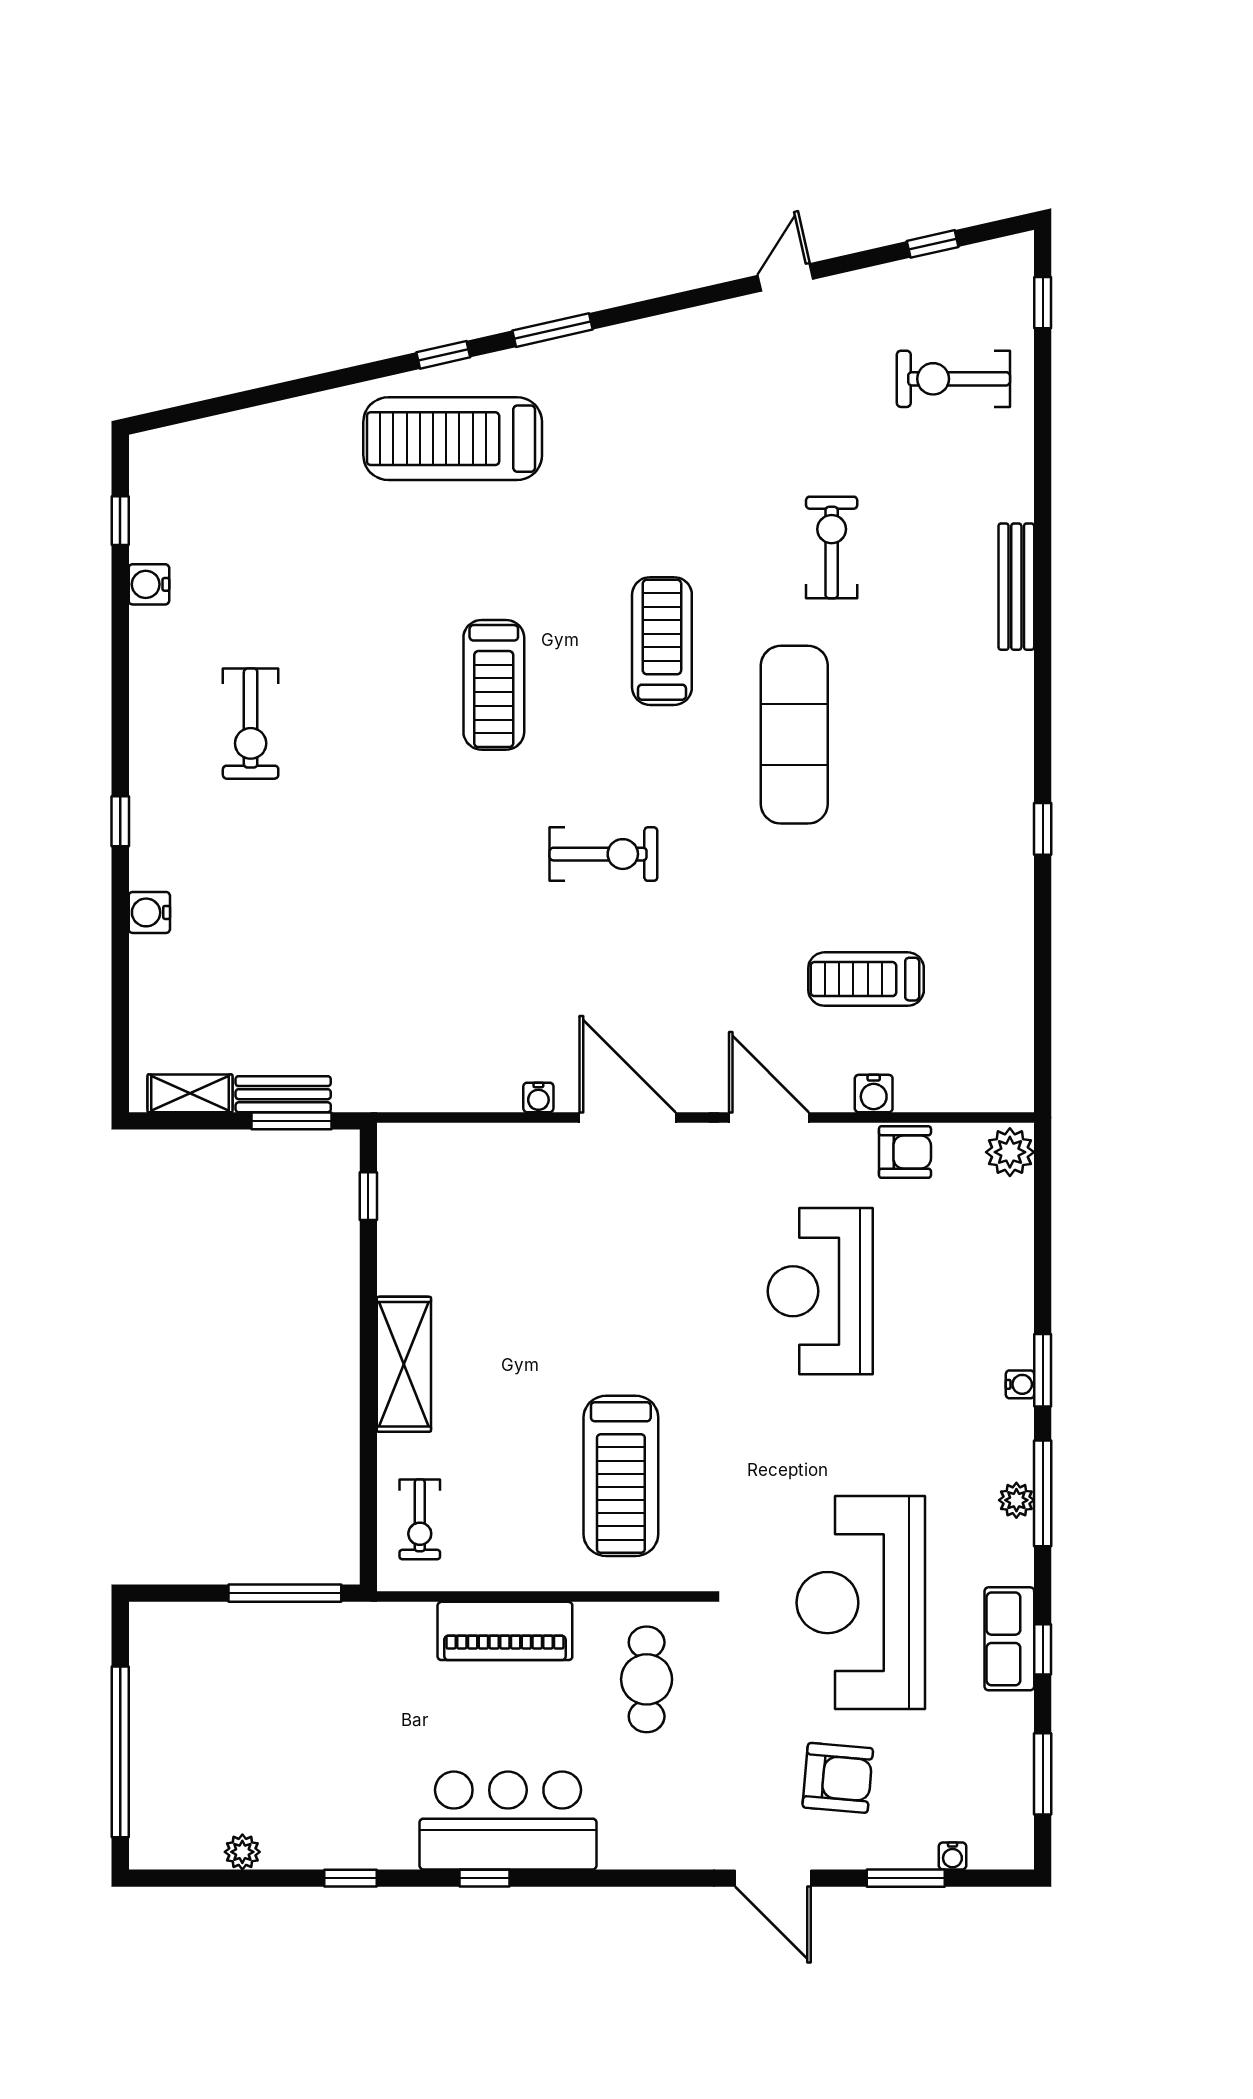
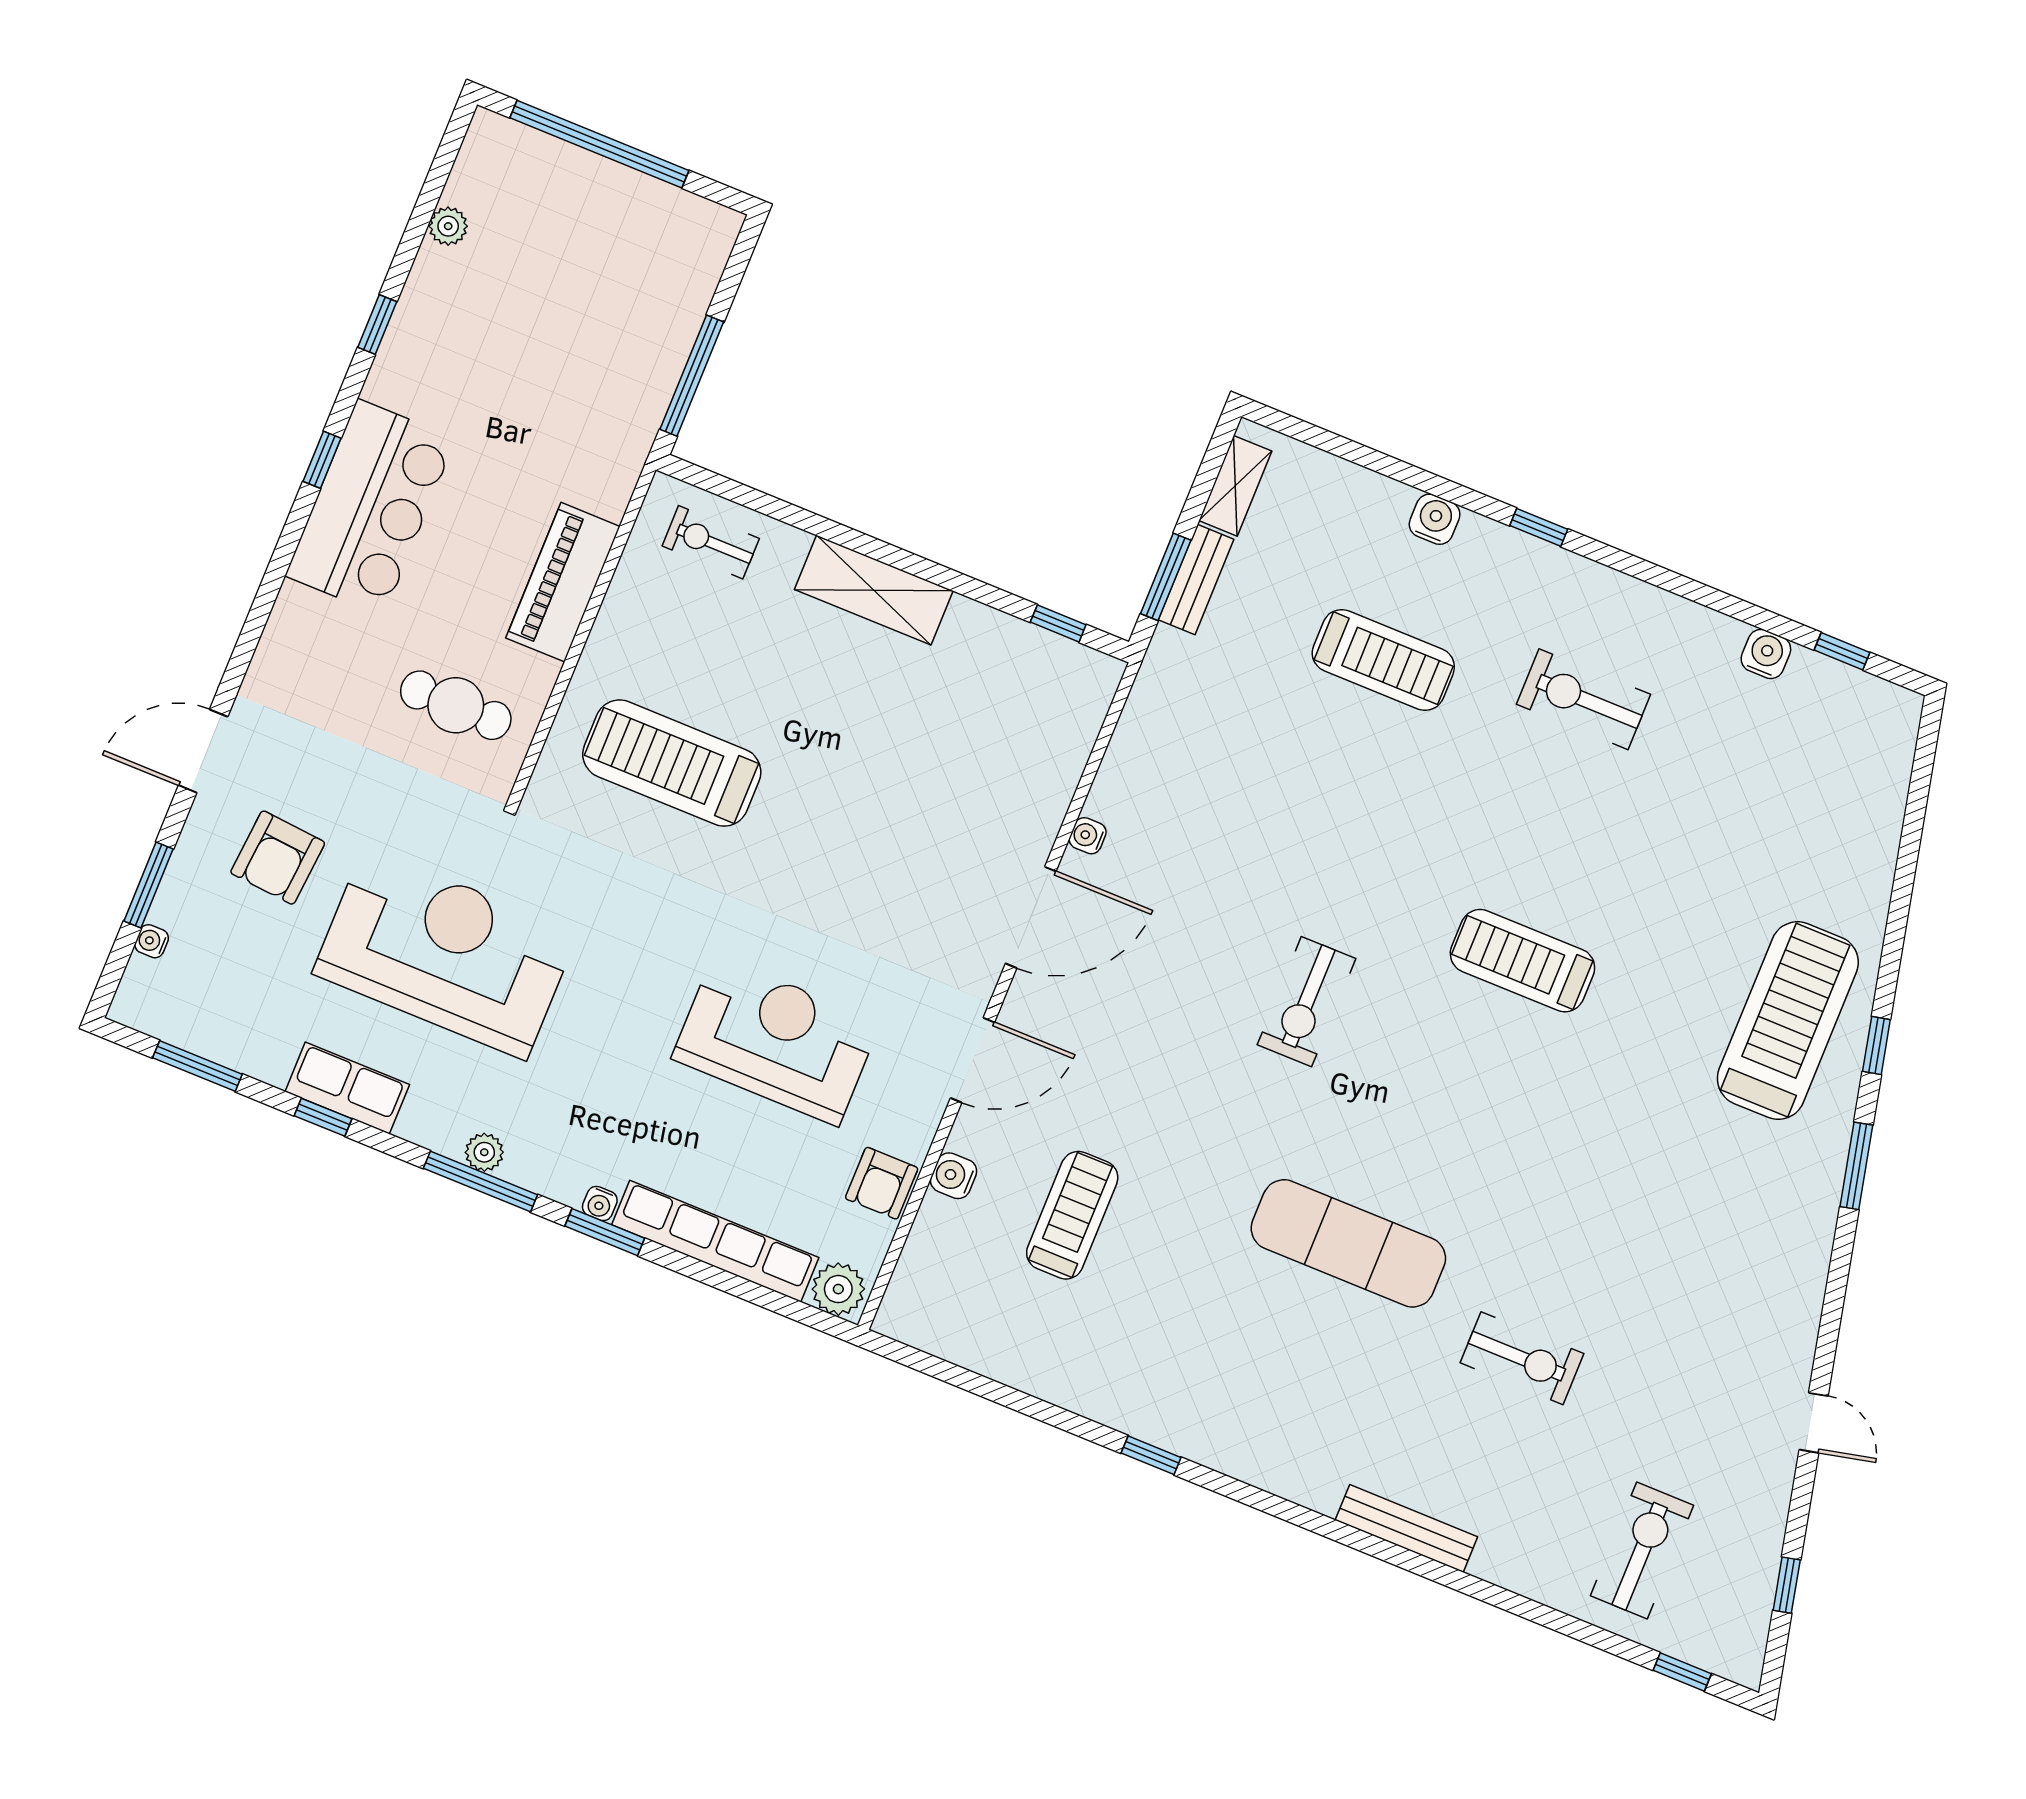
treadmill: (662, 641) -> (1383, 660), moved
row of seats: (1012, 1273) -> (715, 1241), added

